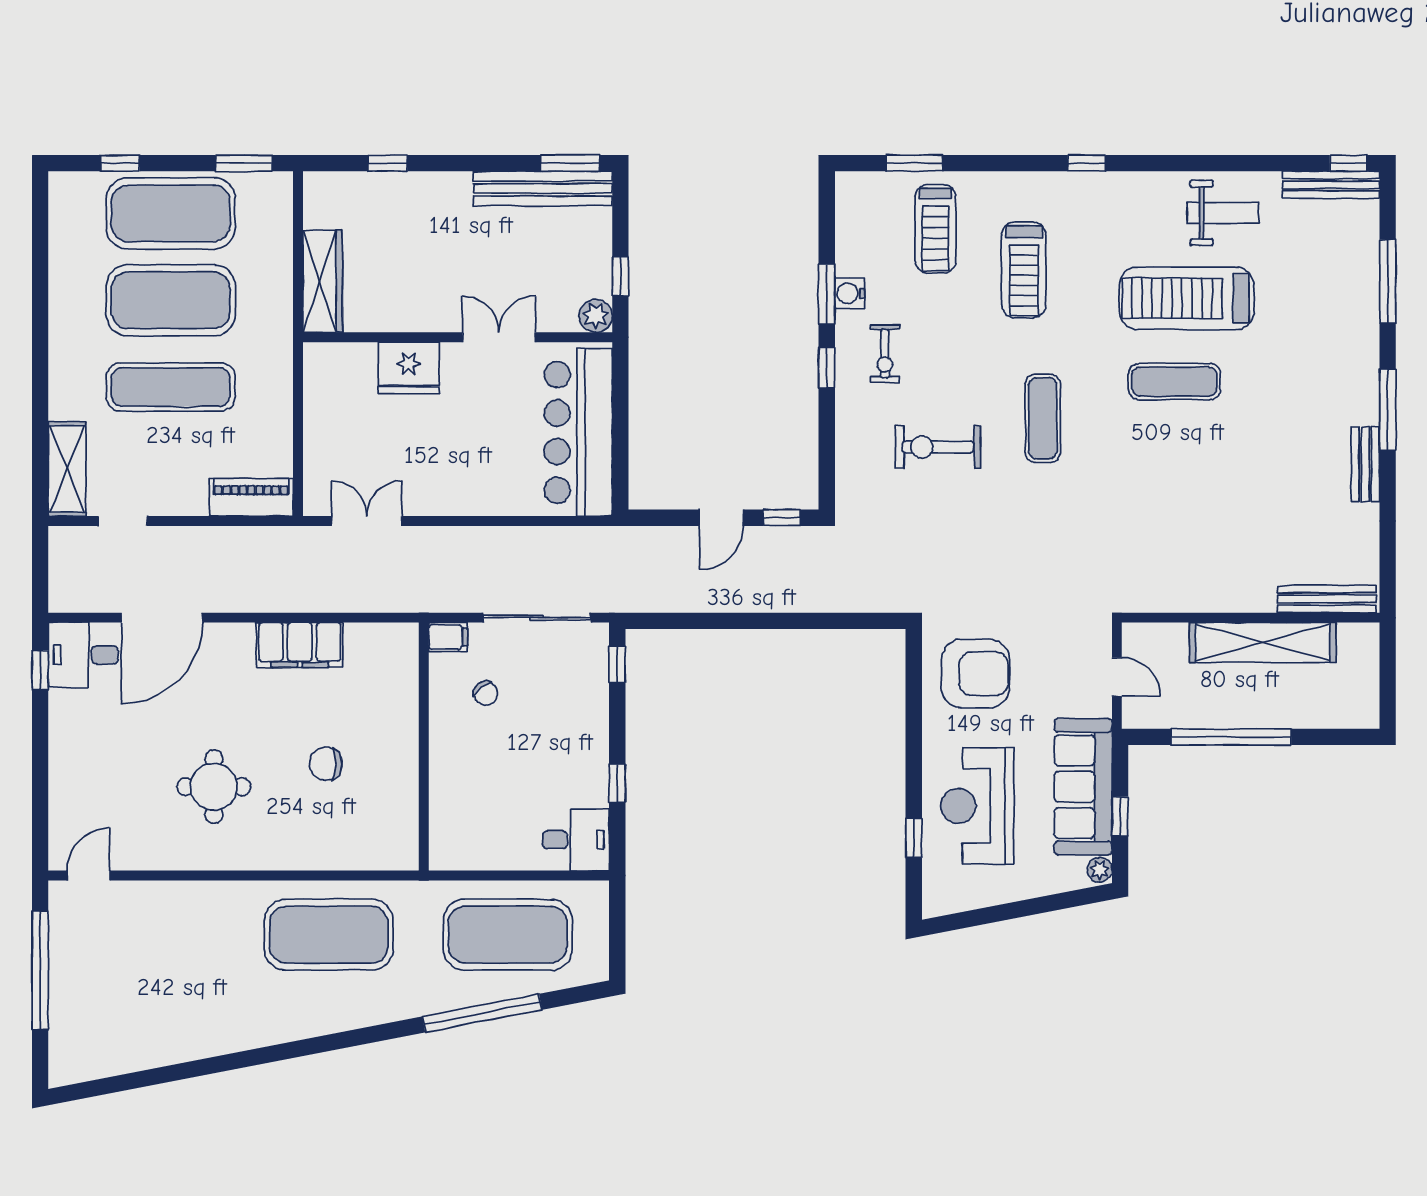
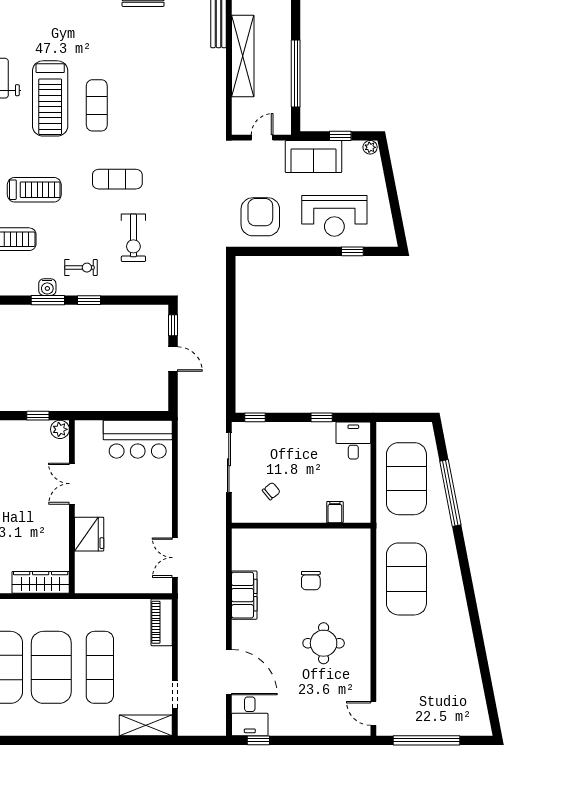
bar counter: (578, 432) -> (138, 439), width x0.73
filing cabinet: (448, 637) -> (335, 512), moved
sofa: (1083, 787) -> (313, 157), width x0.73

